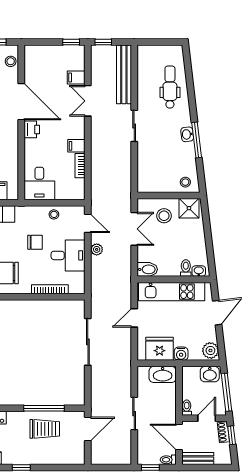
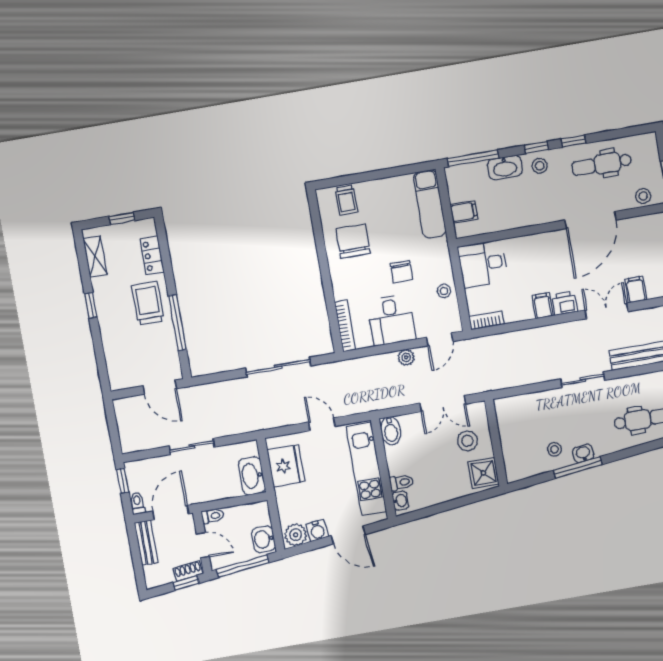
printer: (32, 129) -> (565, 303), moved, turned 180
bookcase: (80, 166) -> (487, 320), moved
stool: (185, 182) -> (555, 449), moved
bookcase: (50, 289) -> (345, 326), moved
water cooler: (181, 354) -> (317, 530), moved, turned -97
trolley: (45, 429) -> (148, 303), moved, turned 180

